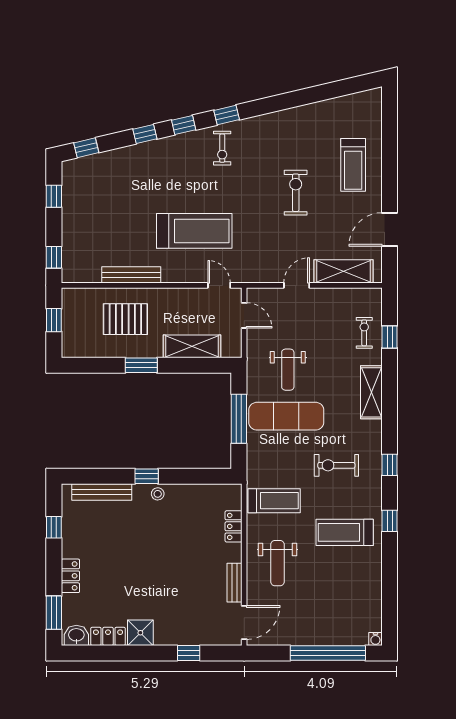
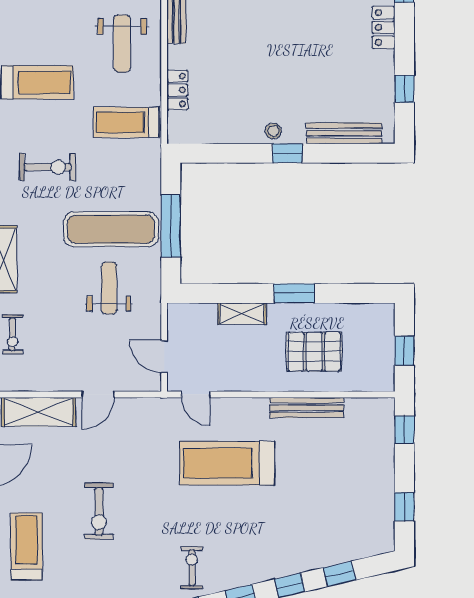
window: (86, 148) -> (339, 574), moved
shelving: (192, 346) -> (242, 314), width x0.67, depth x0.75
weight bench: (277, 563) -> (122, 44), turned 180

